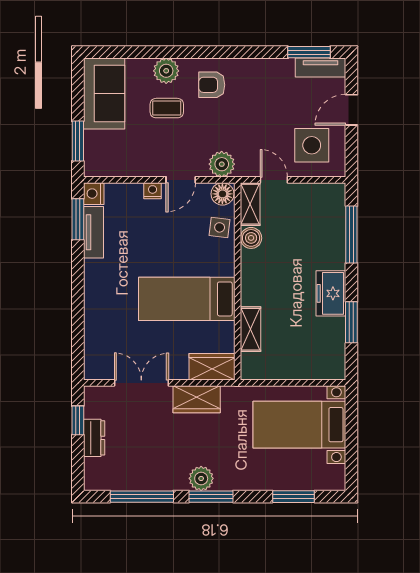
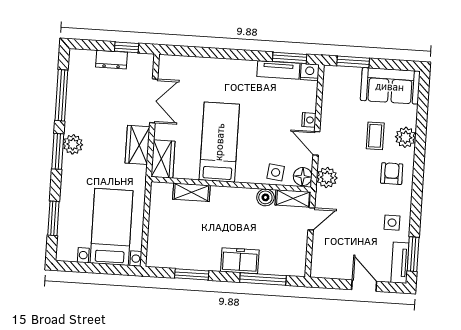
side table: (312, 145) -> (392, 223), moved, width x0.54, depth x0.54
freezer: (331, 293) -> (240, 261), moved

